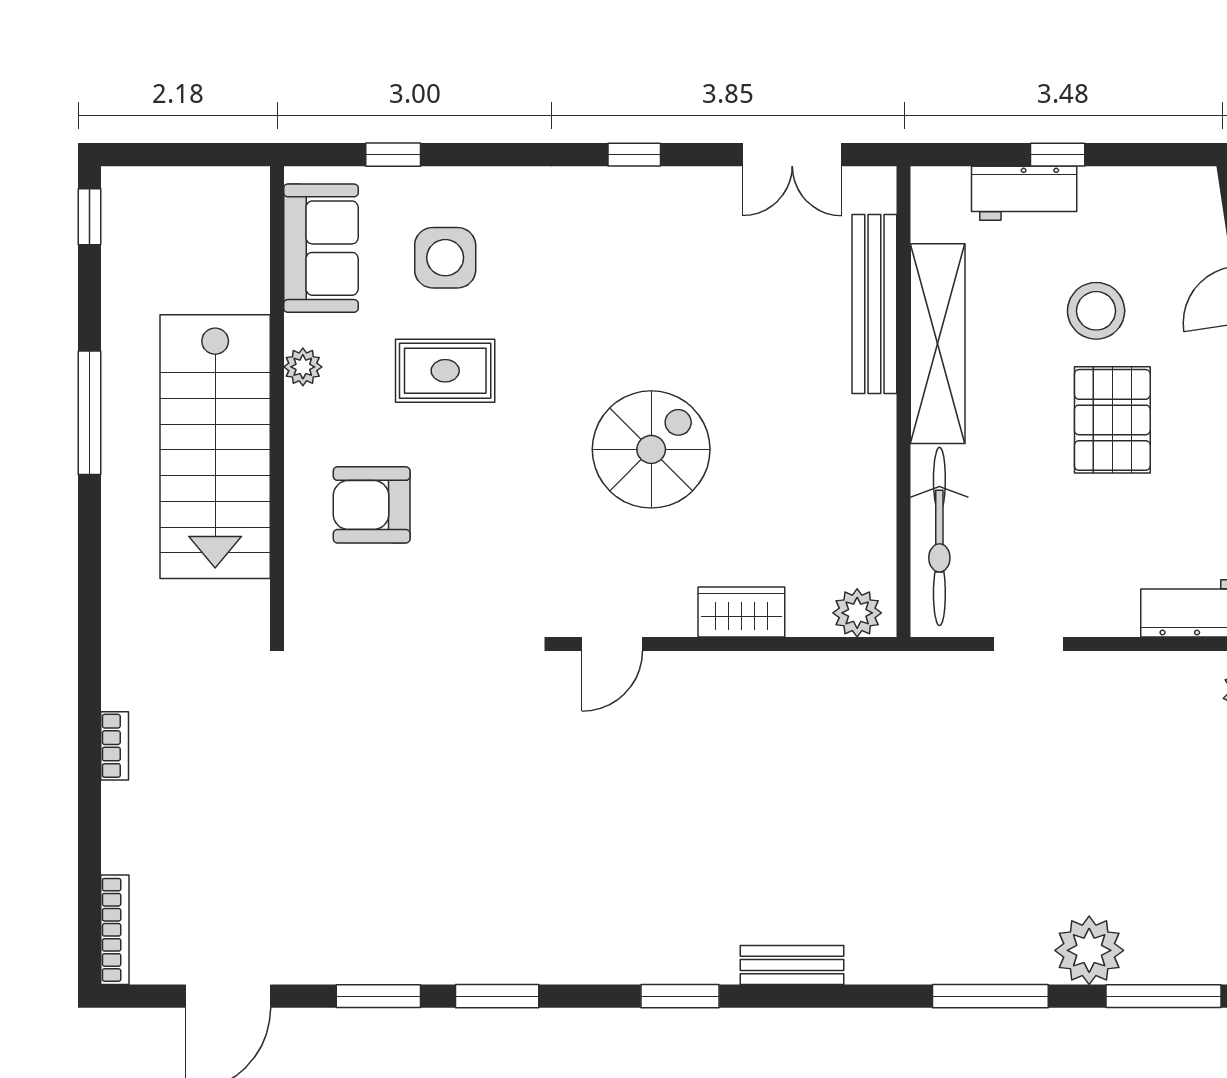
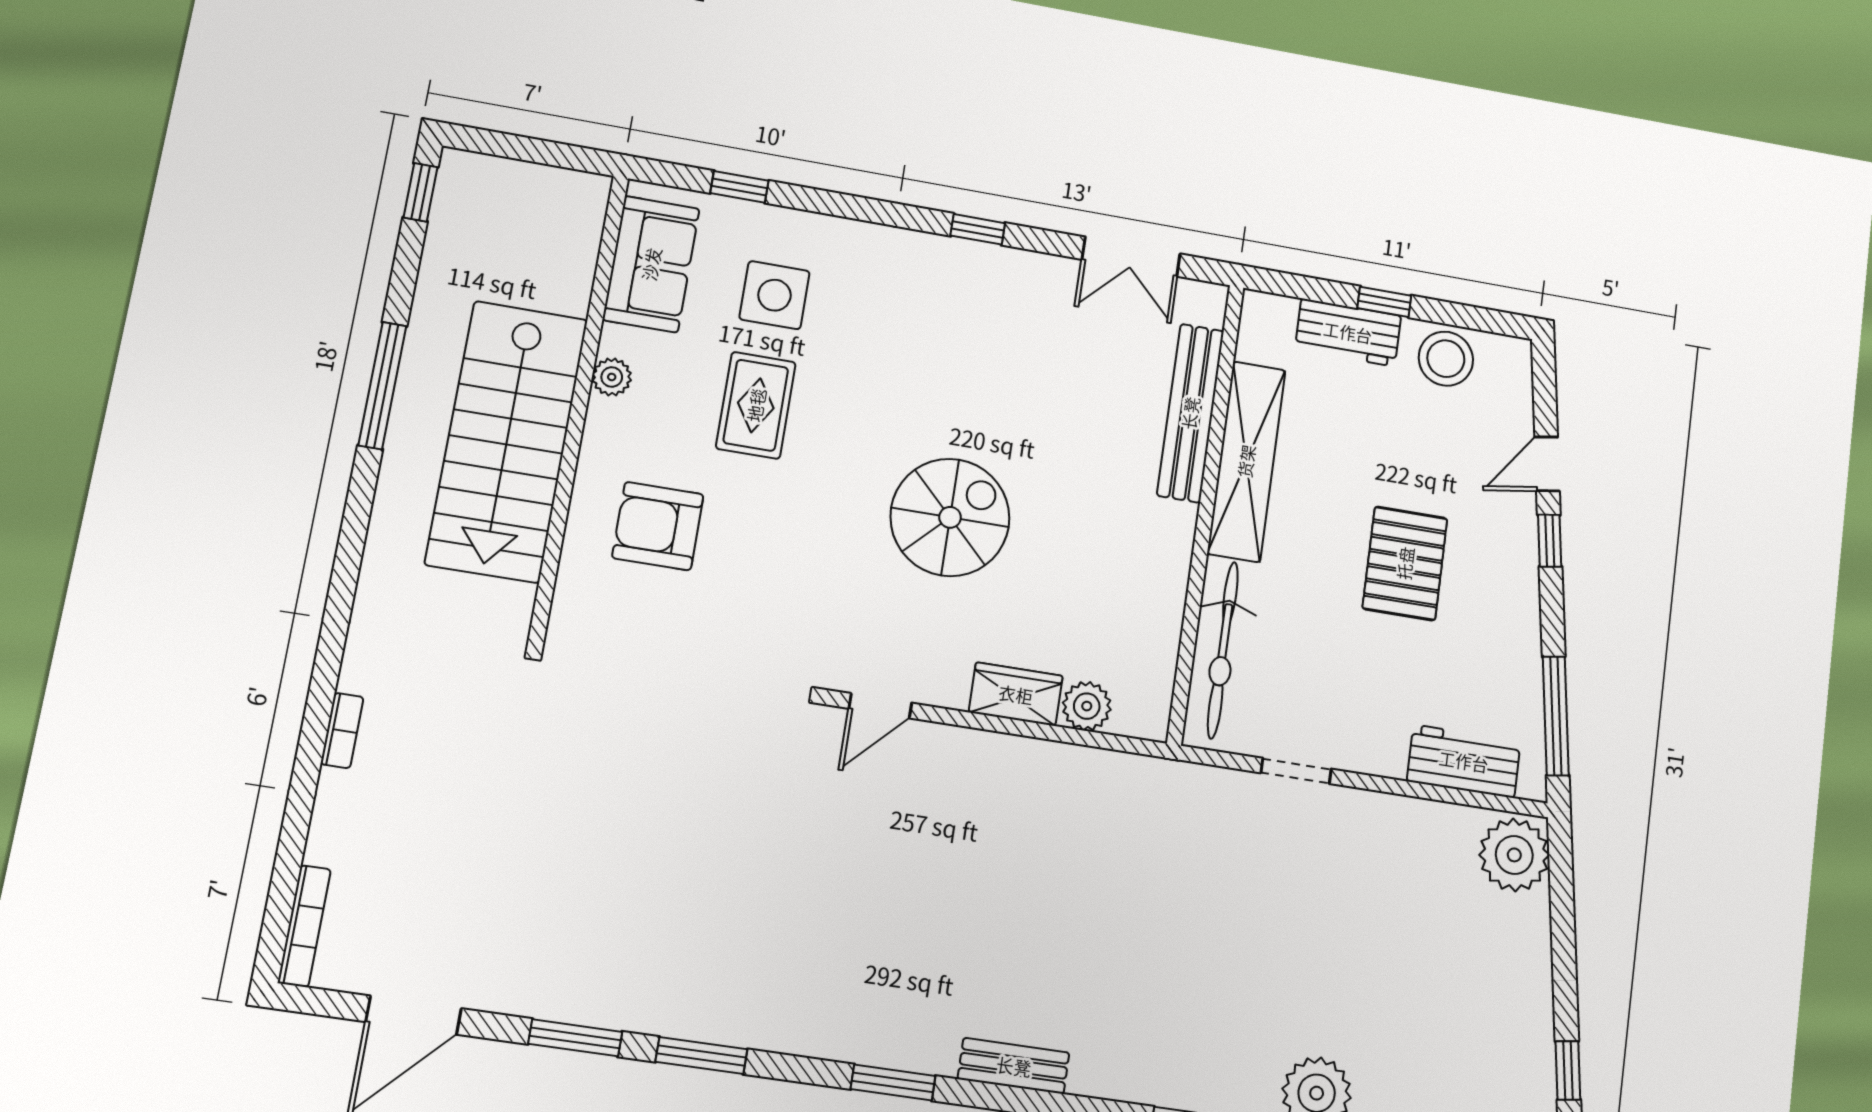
stool: (1096, 311) -> (1446, 359), moved
rug: (445, 371) -> (756, 405), turned 90
plant: (857, 613) -> (1087, 706), moved

